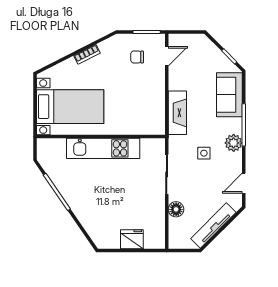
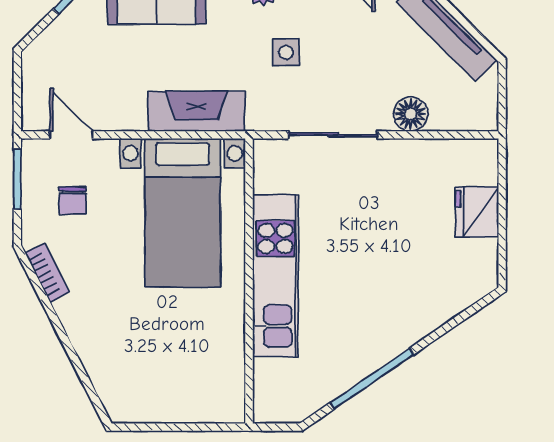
bookcase: (87, 54) -> (47, 273), moved
bed with nightstands: (70, 107) -> (183, 213), moved, turned 180

